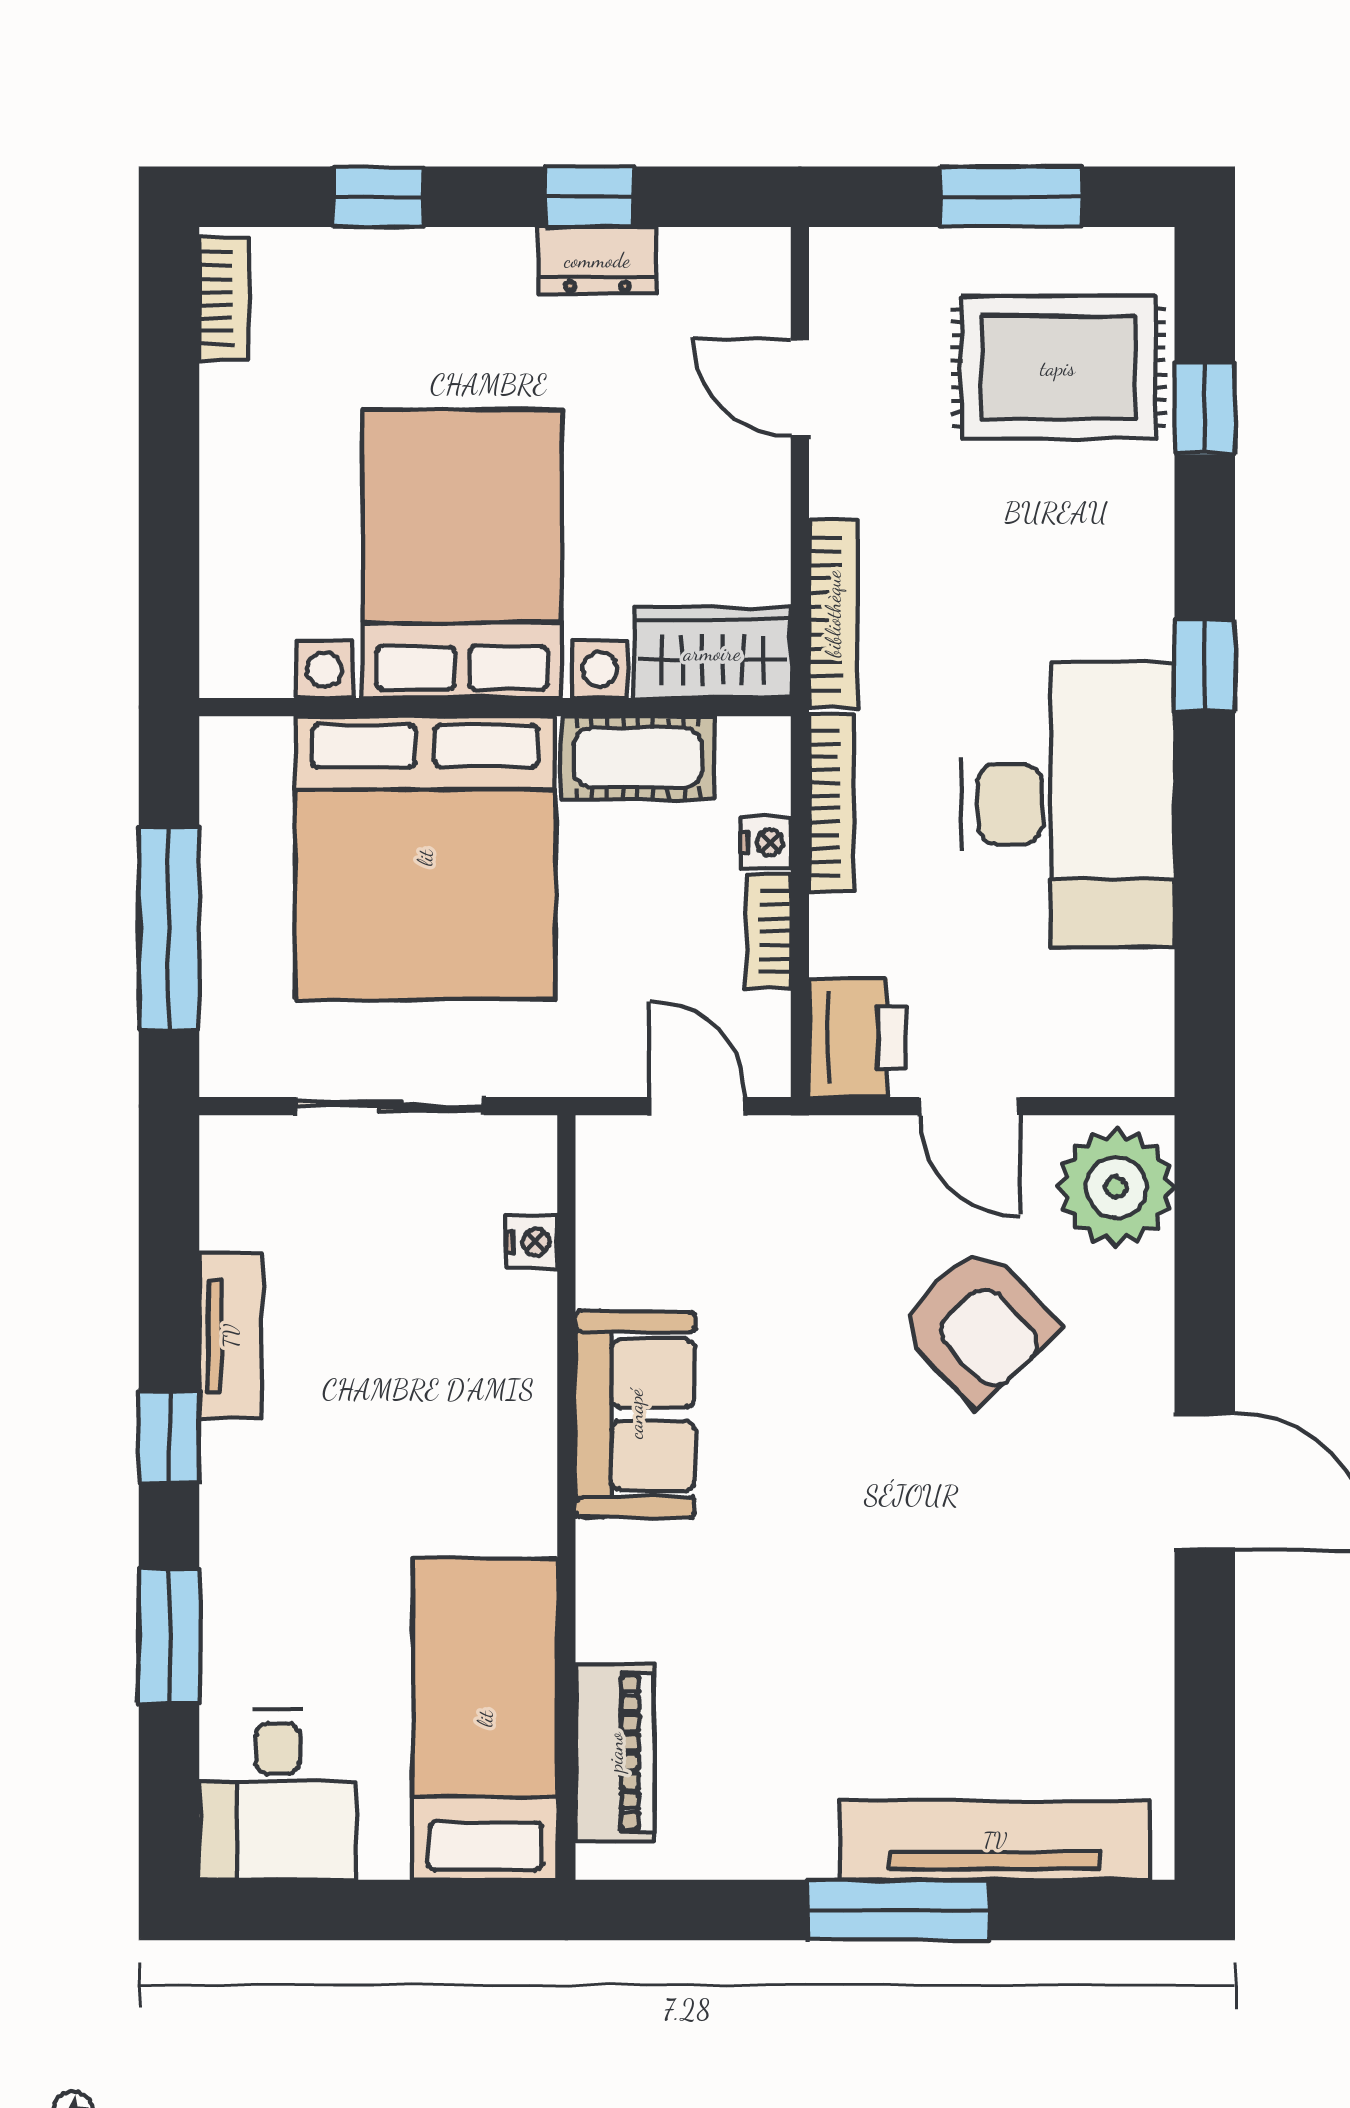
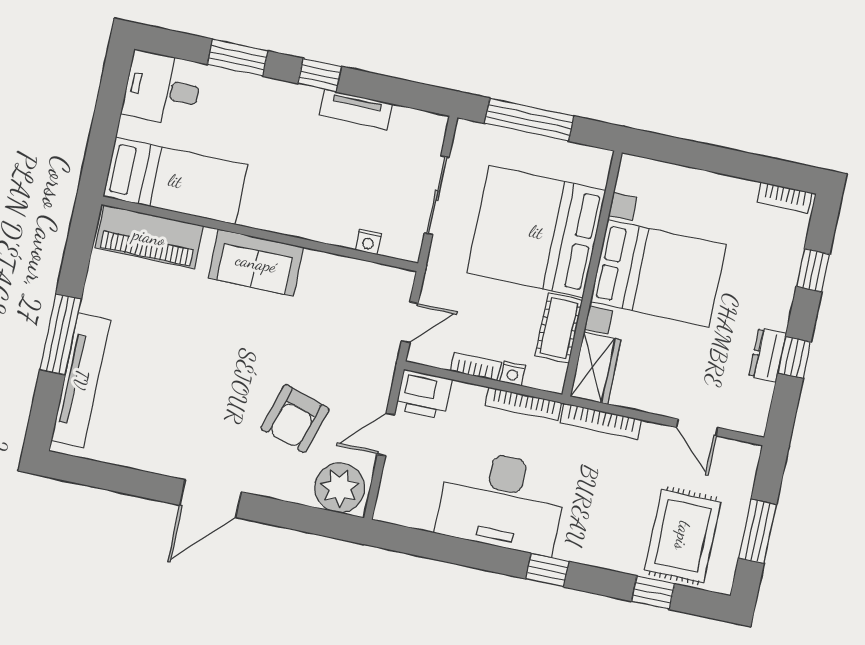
door: (800, 388) -> (697, 427), swing flipped
armchair: (978, 1325) -> (295, 419), turned -30
sofa: (635, 1414) -> (256, 263), moved
piano: (615, 1752) -> (149, 237), width x1.37, depth x1.33

